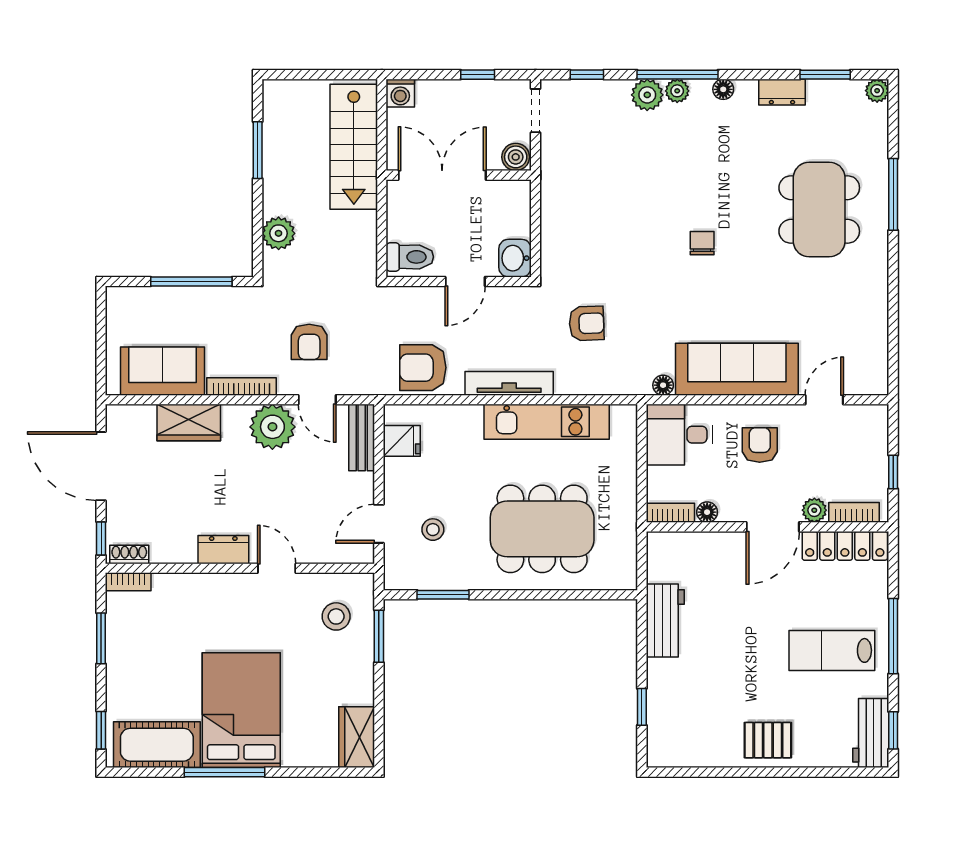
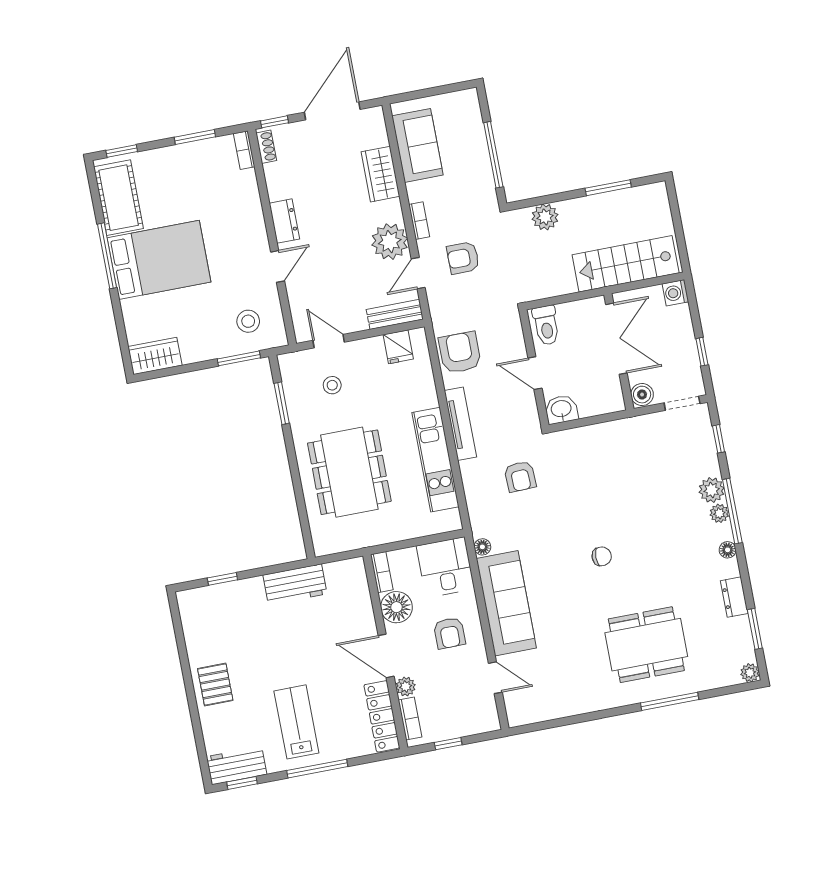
bookcase: (241, 386) -> (419, 221), width x0.64
armchair: (760, 445) -> (449, 633), turned 90
floor lamp: (707, 512) -> (396, 607), width x1.89, depth x1.89

